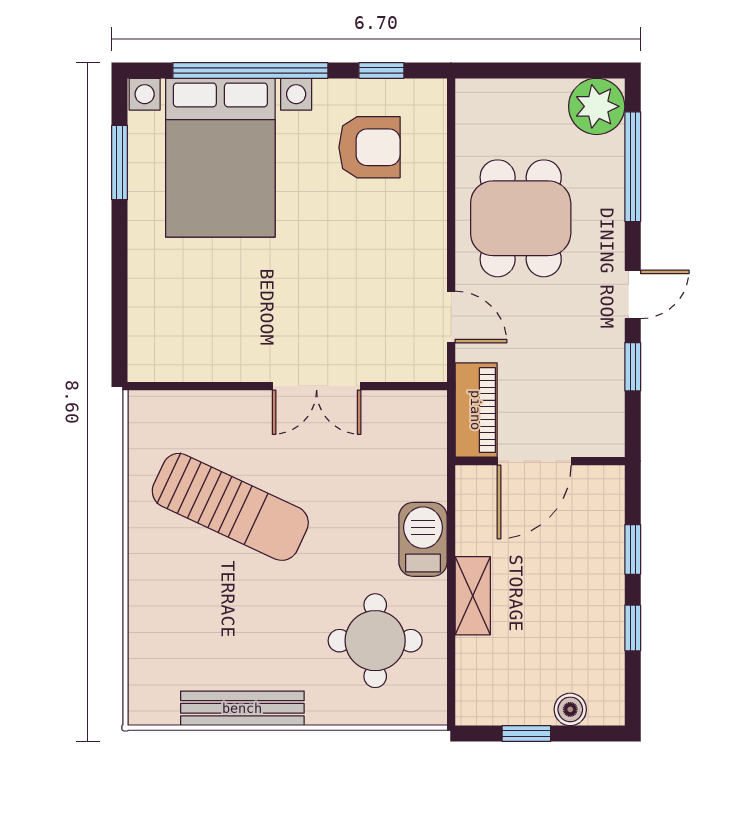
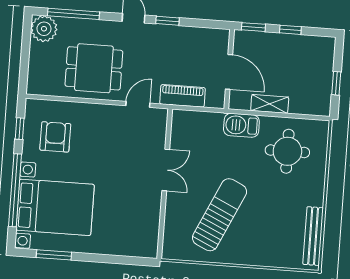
door: (534, 461) -> (229, 72), moved
wall: (540, 461) -> (229, 69), moved
bench: (242, 708) -> (313, 236), moved
boiler: (570, 709) -> (326, 62), removed

